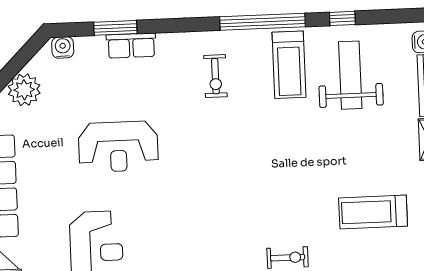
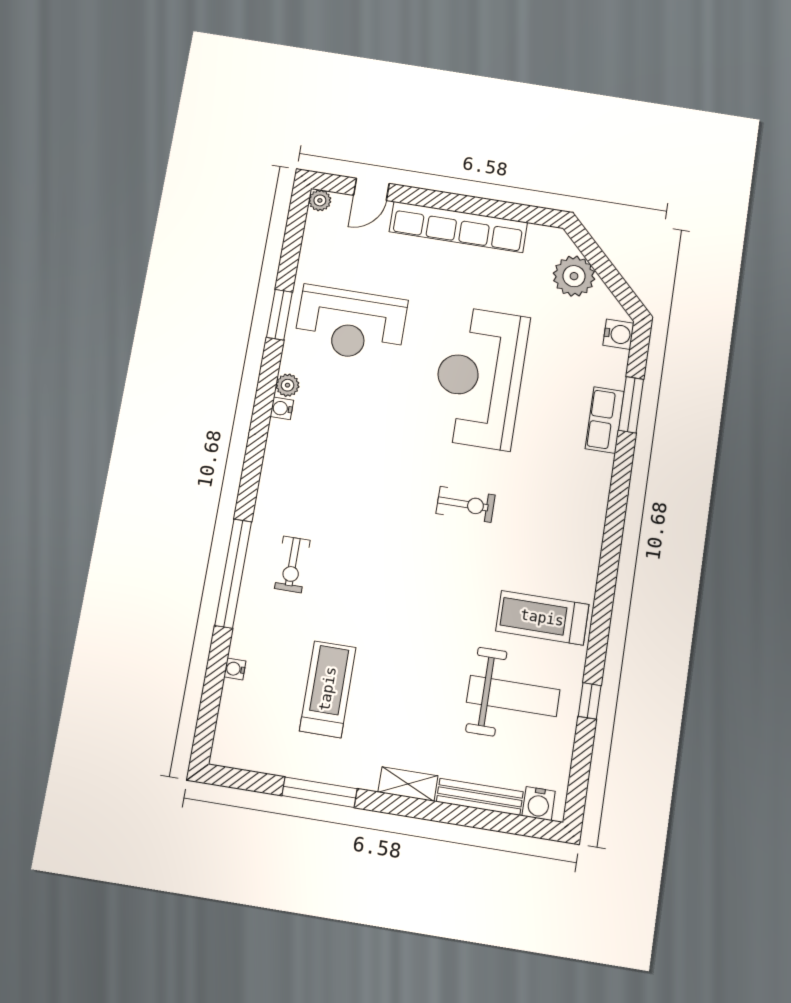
window: (262, 22) -> (605, 595), removed
exercise bike: (215, 76) -> (466, 504), moved, turned 180
reception desk: (118, 147) -> (479, 378), width x1.36, depth x1.30

